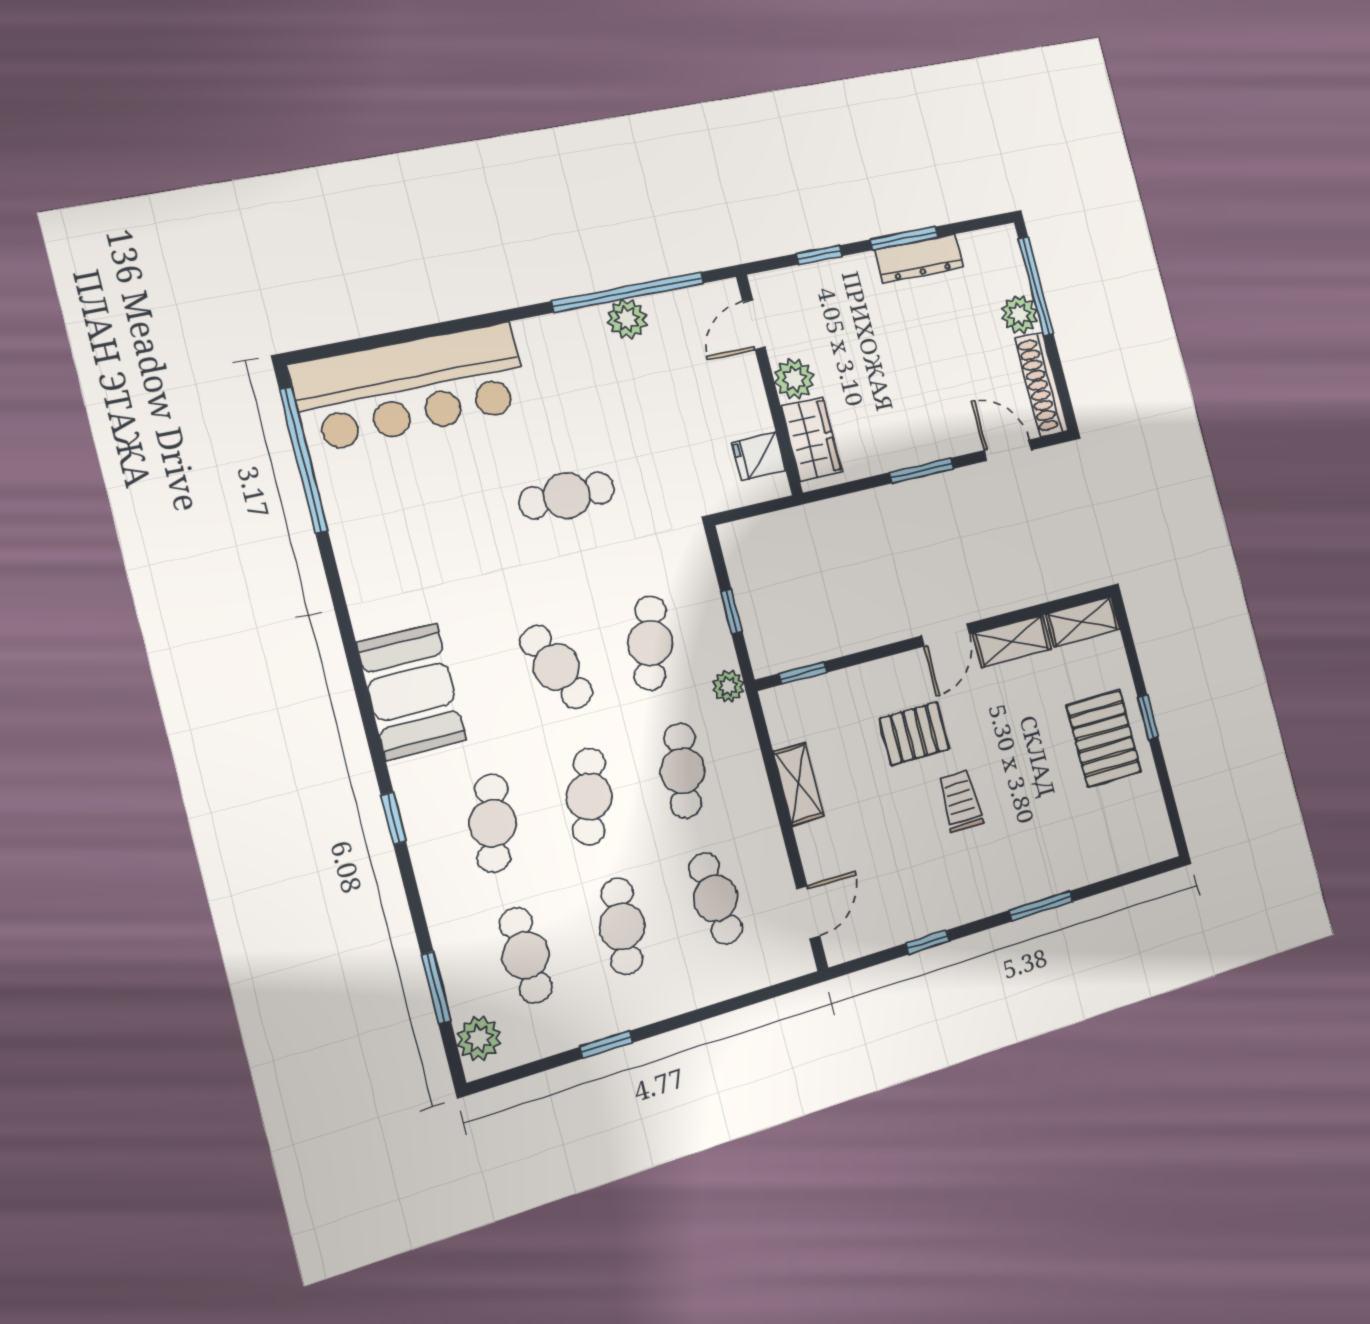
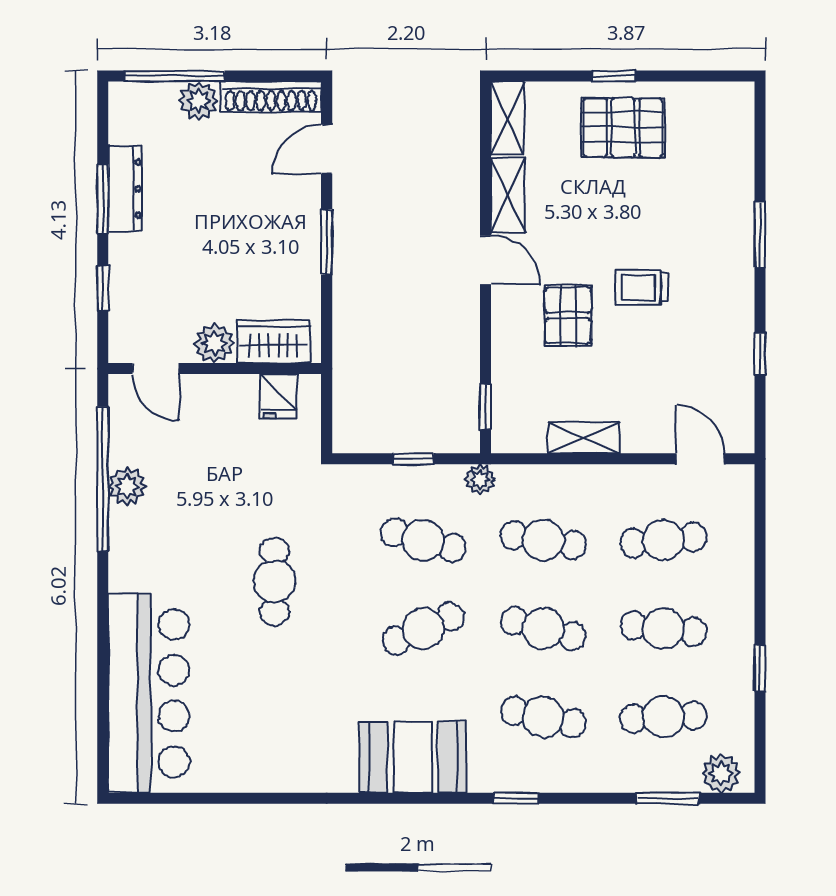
window: (304, 460) -> (193, 798), removed

